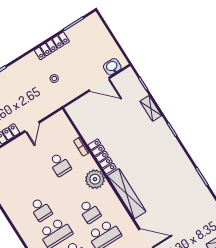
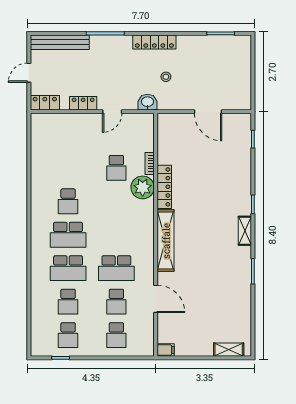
locker: (52, 46) -> (154, 42), moved
washbasin: (112, 67) -> (147, 102), moved
shelving: (151, 108) -> (245, 231), moved
plant: (95, 179) -> (143, 187), moved
school desk: (90, 211) -> (116, 235), removed

